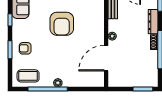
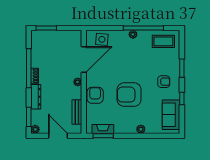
armchair: (95, 23) -> (95, 95), added
armchair: (62, 24) -> (129, 95), turned -90
armchair: (25, 48) -> (164, 82), moved
side table: (88, 78) -> (102, 39), added

